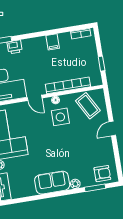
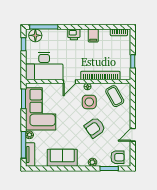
printer: (15, 47) -> (74, 34), moved
door: (35, 98) -> (70, 82), hinge flipped
door: (112, 129) -> (133, 135), moved
armchair: (71, 145) -> (95, 128), added
sofa: (52, 183) -> (62, 158), moved

